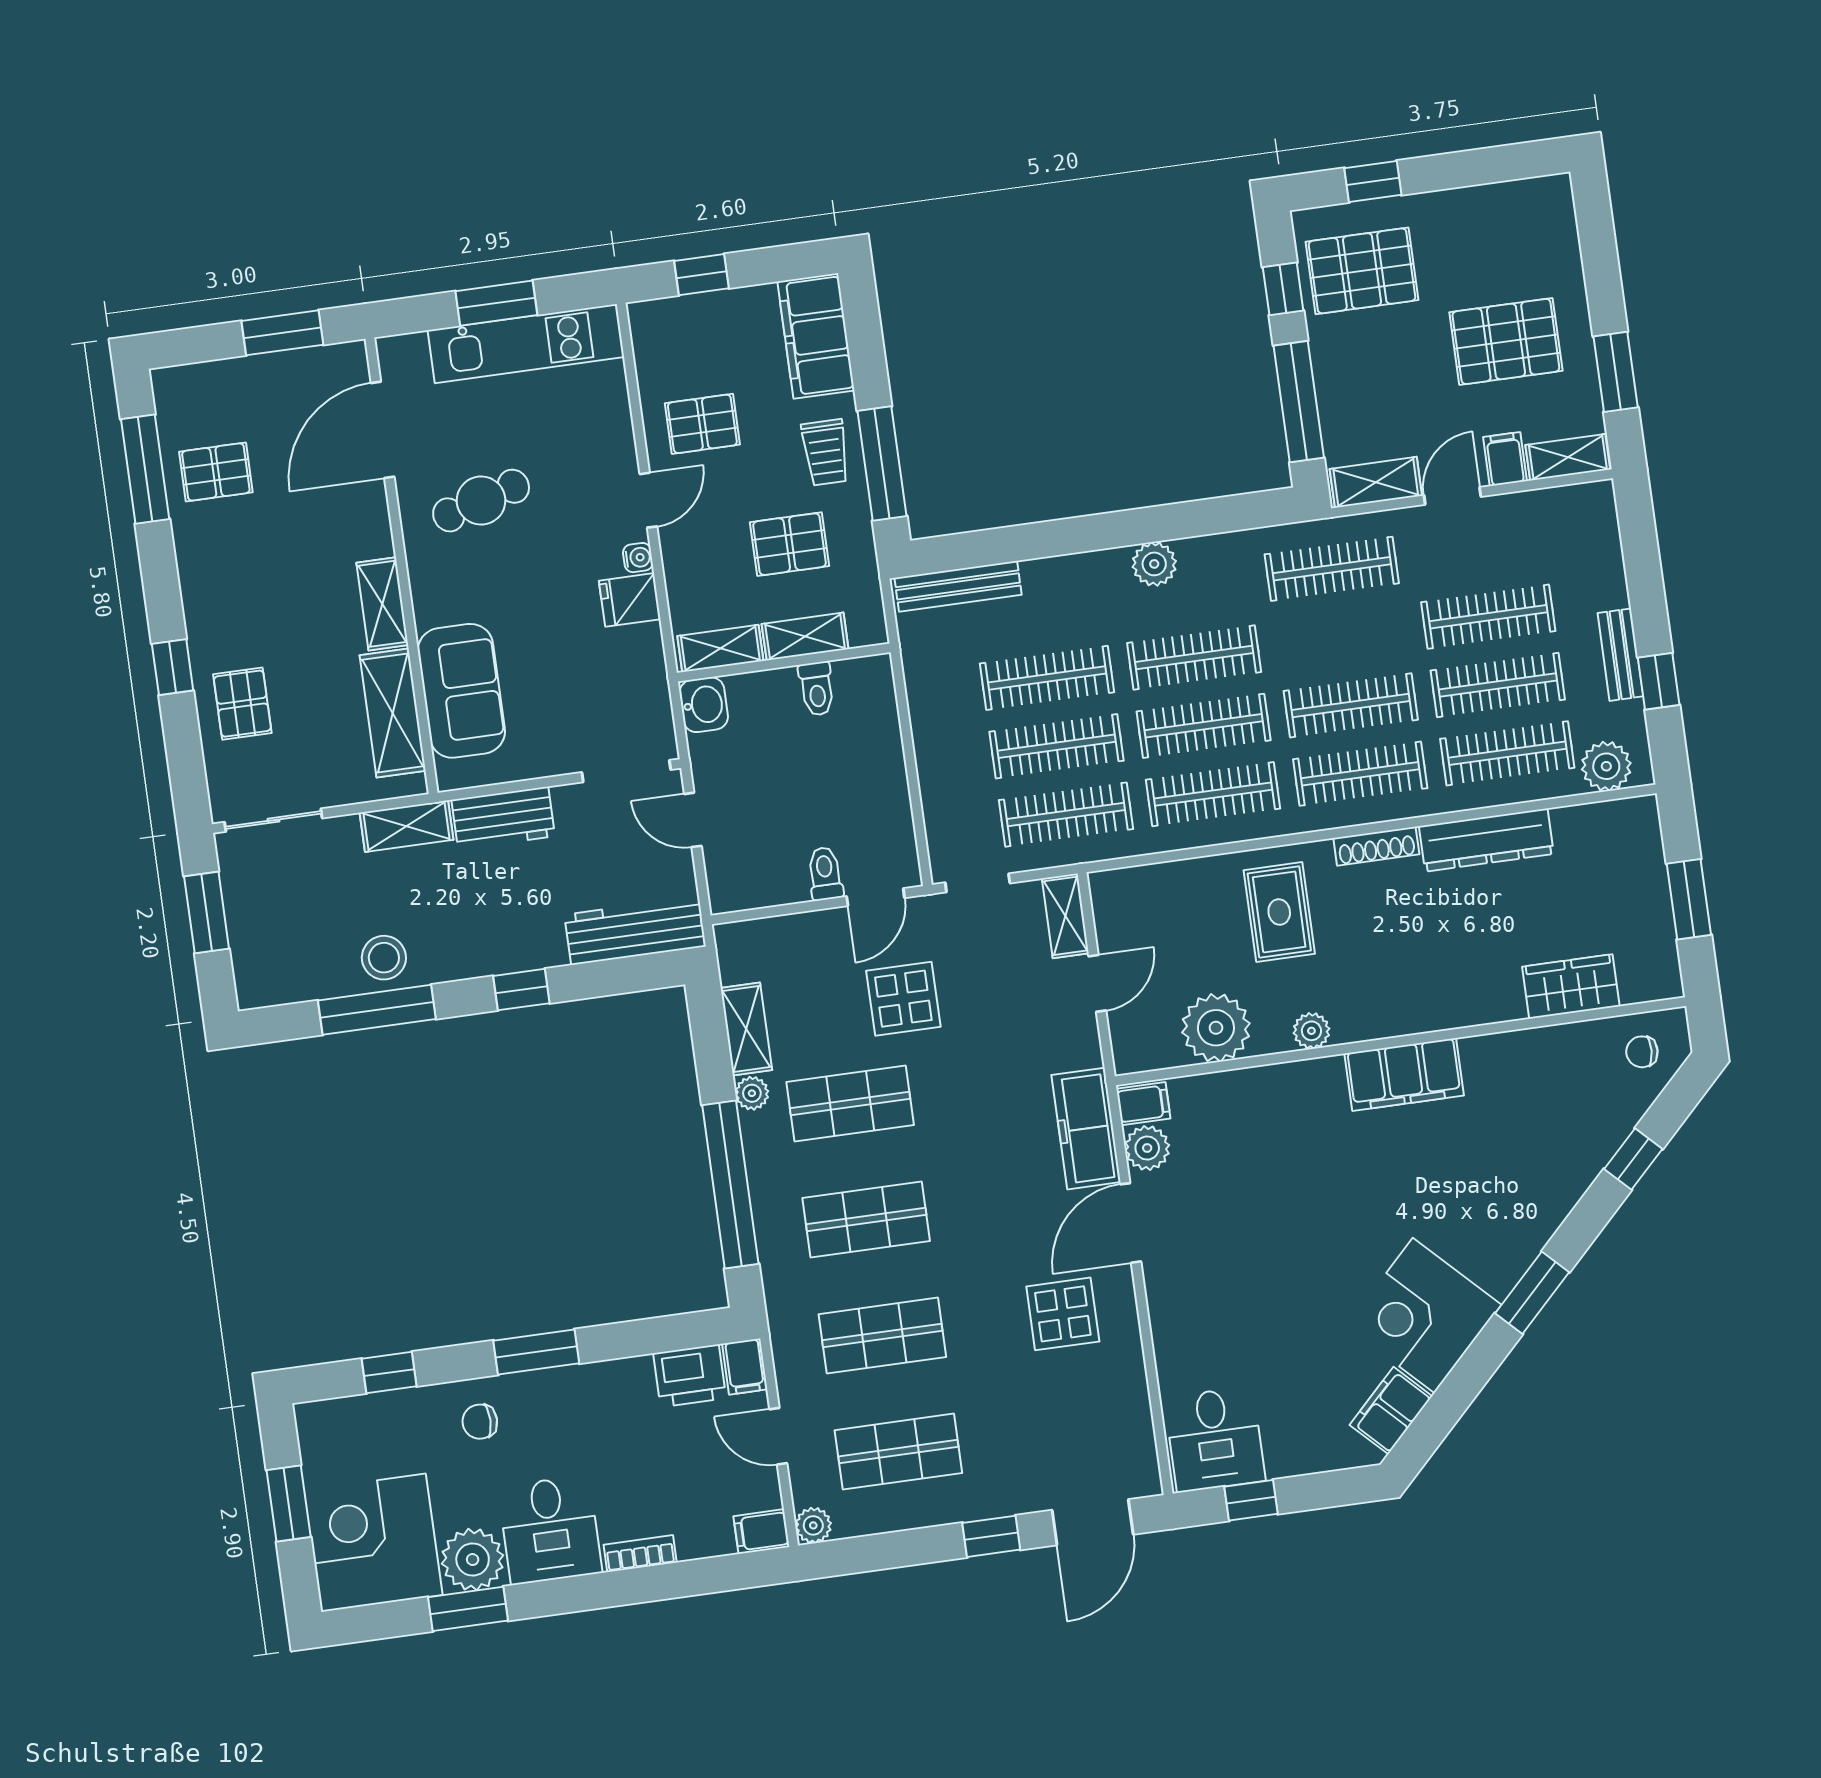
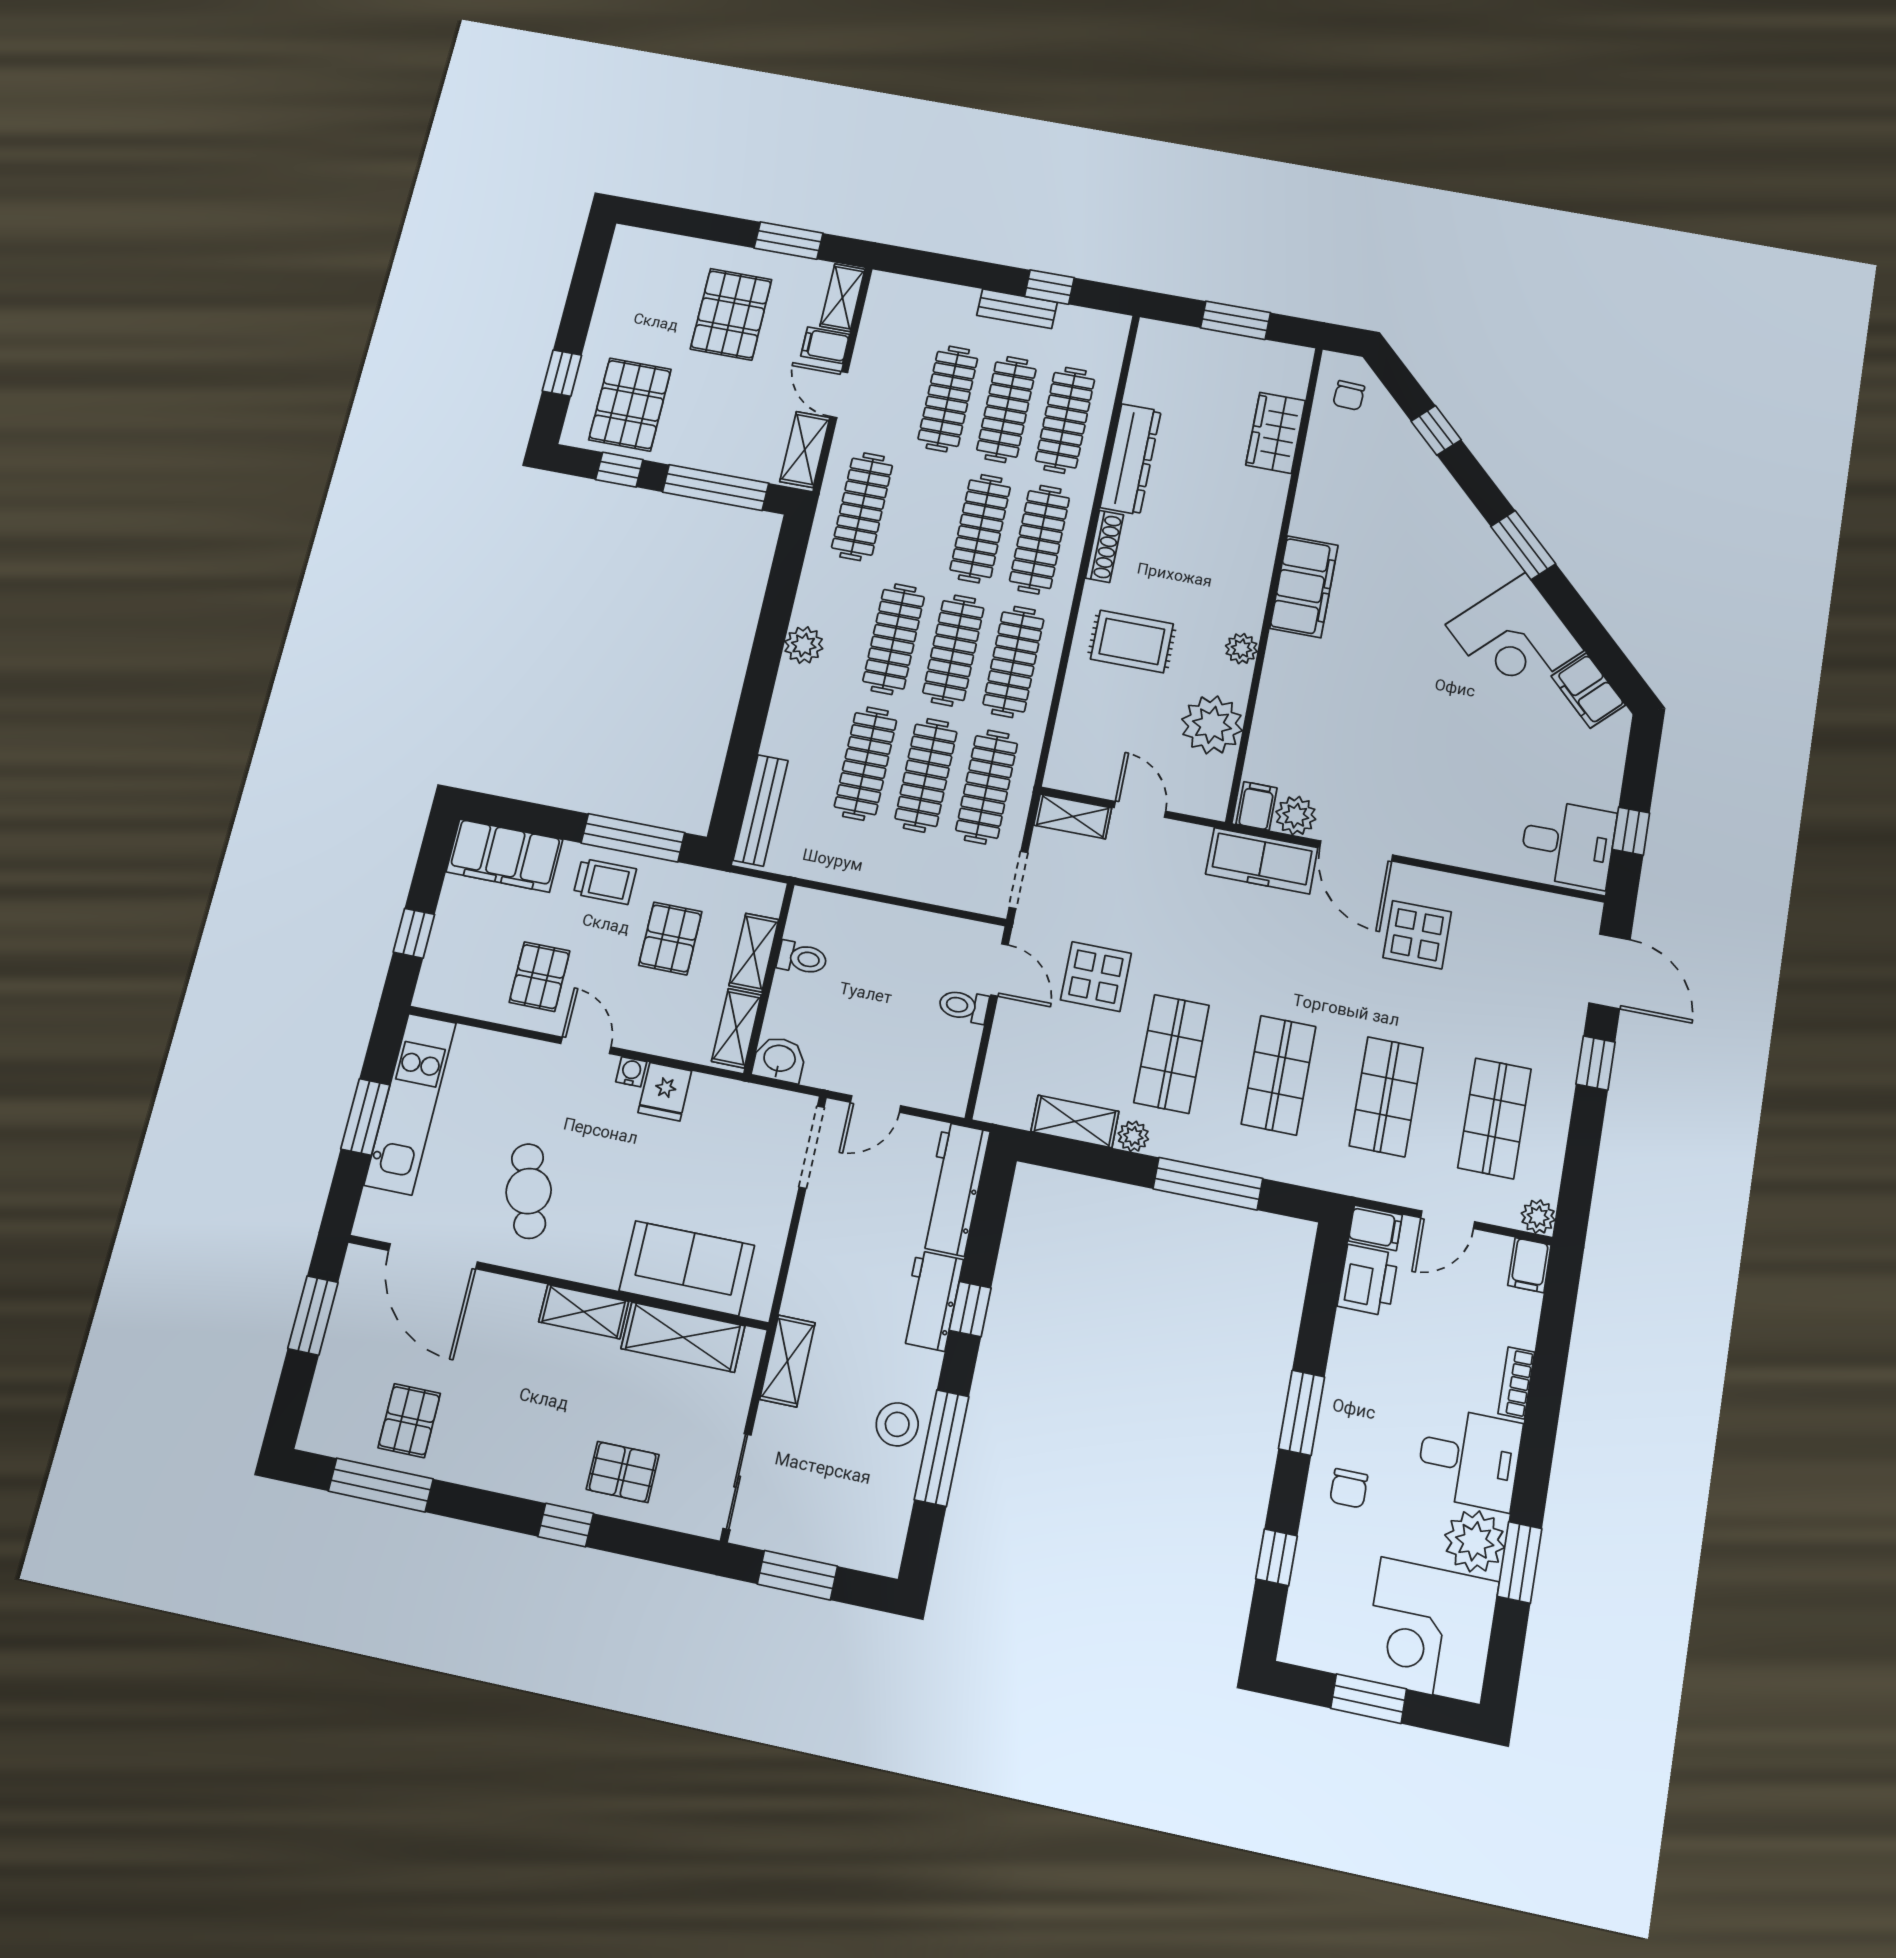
plant: (1606, 766) -> (1104, 348), removed
workbench: (503, 818) -> (931, 1301), moved, turned 180
window: (730, 1185) -> (1208, 1184), width x0.68

